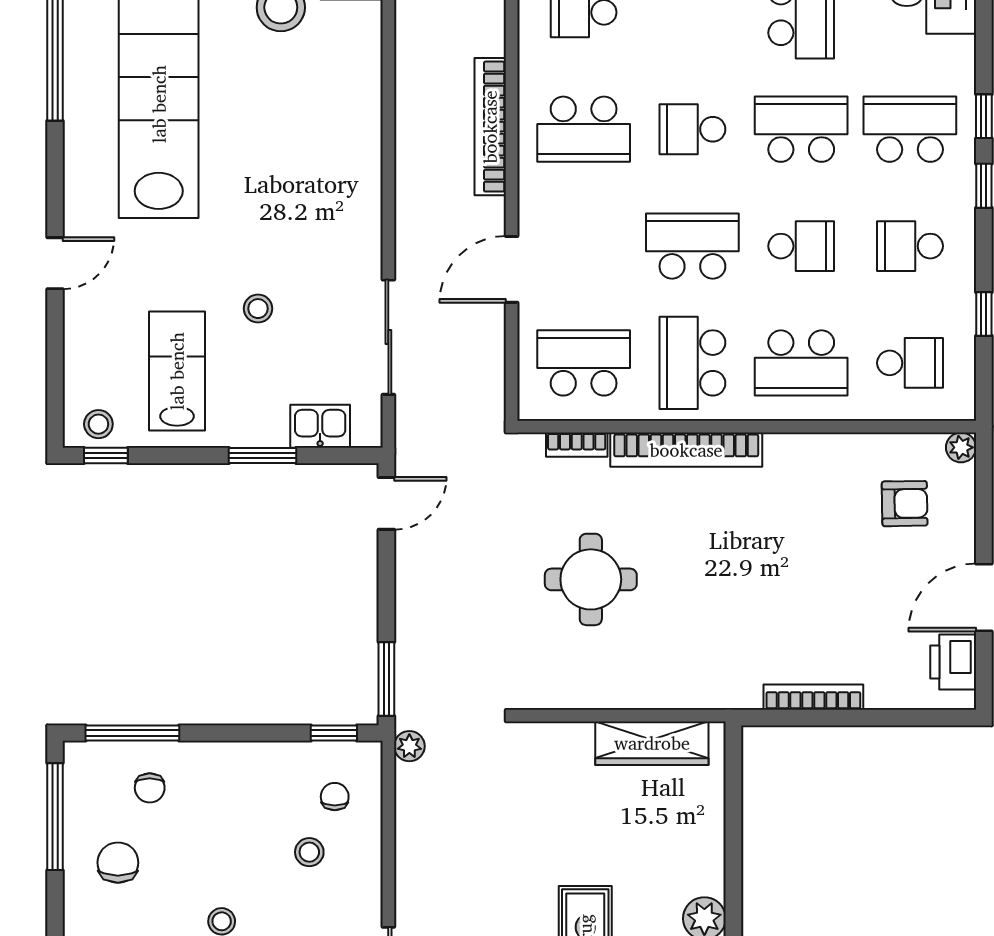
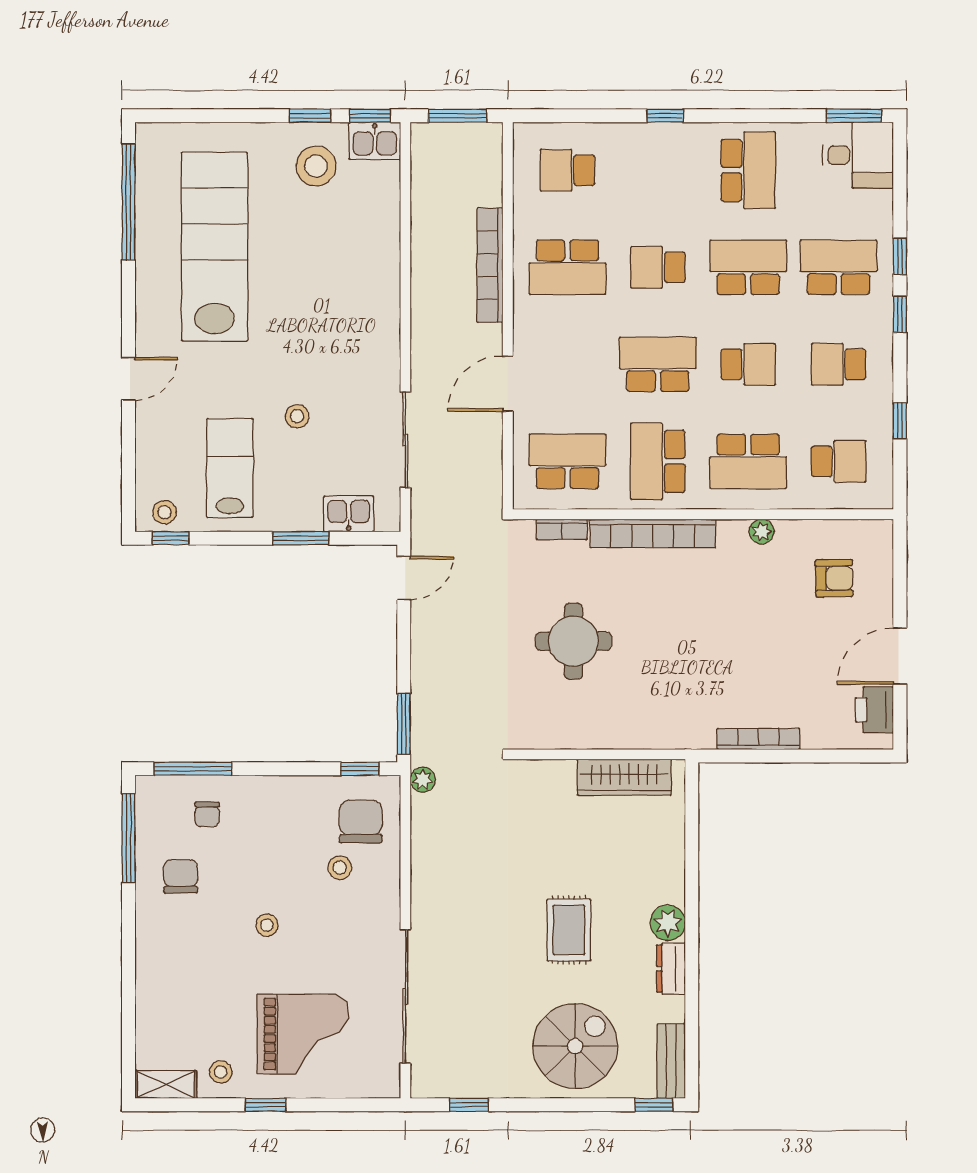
plant: (961, 447) -> (762, 532), moved
chair: (335, 797) -> (361, 822), width x1.87, depth x1.87

